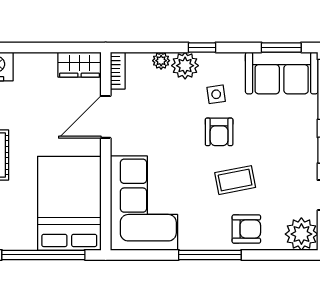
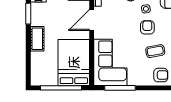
armchair: (219, 132) -> (147, 27), turned 180
window: (210, 255) -> (120, 88), moved

